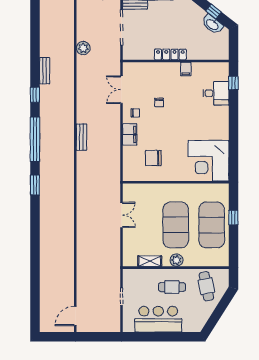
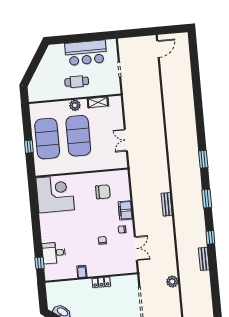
locker: (170, 54) -> (101, 282), width x0.66
window: (35, 139) -> (207, 199), width x0.47
cafe table: (206, 286) -> (47, 85), removed

